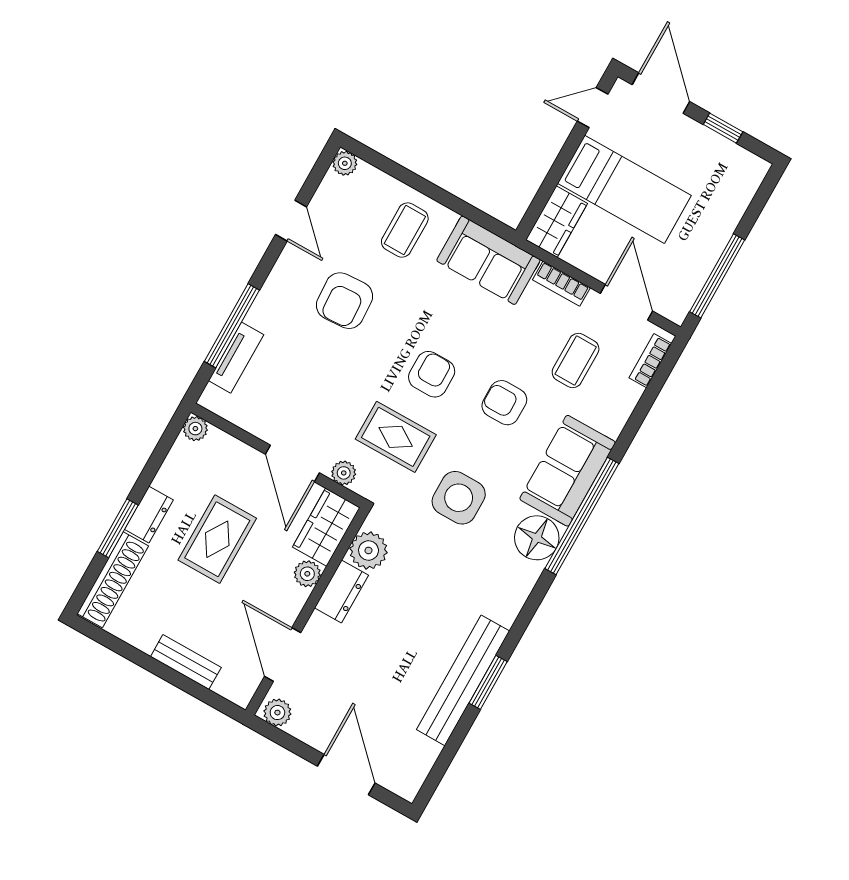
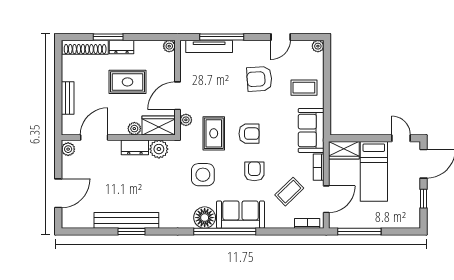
tv unit: (236, 358) -> (209, 46), width x1.41
coffee table: (576, 360) -> (289, 192), turned -44

